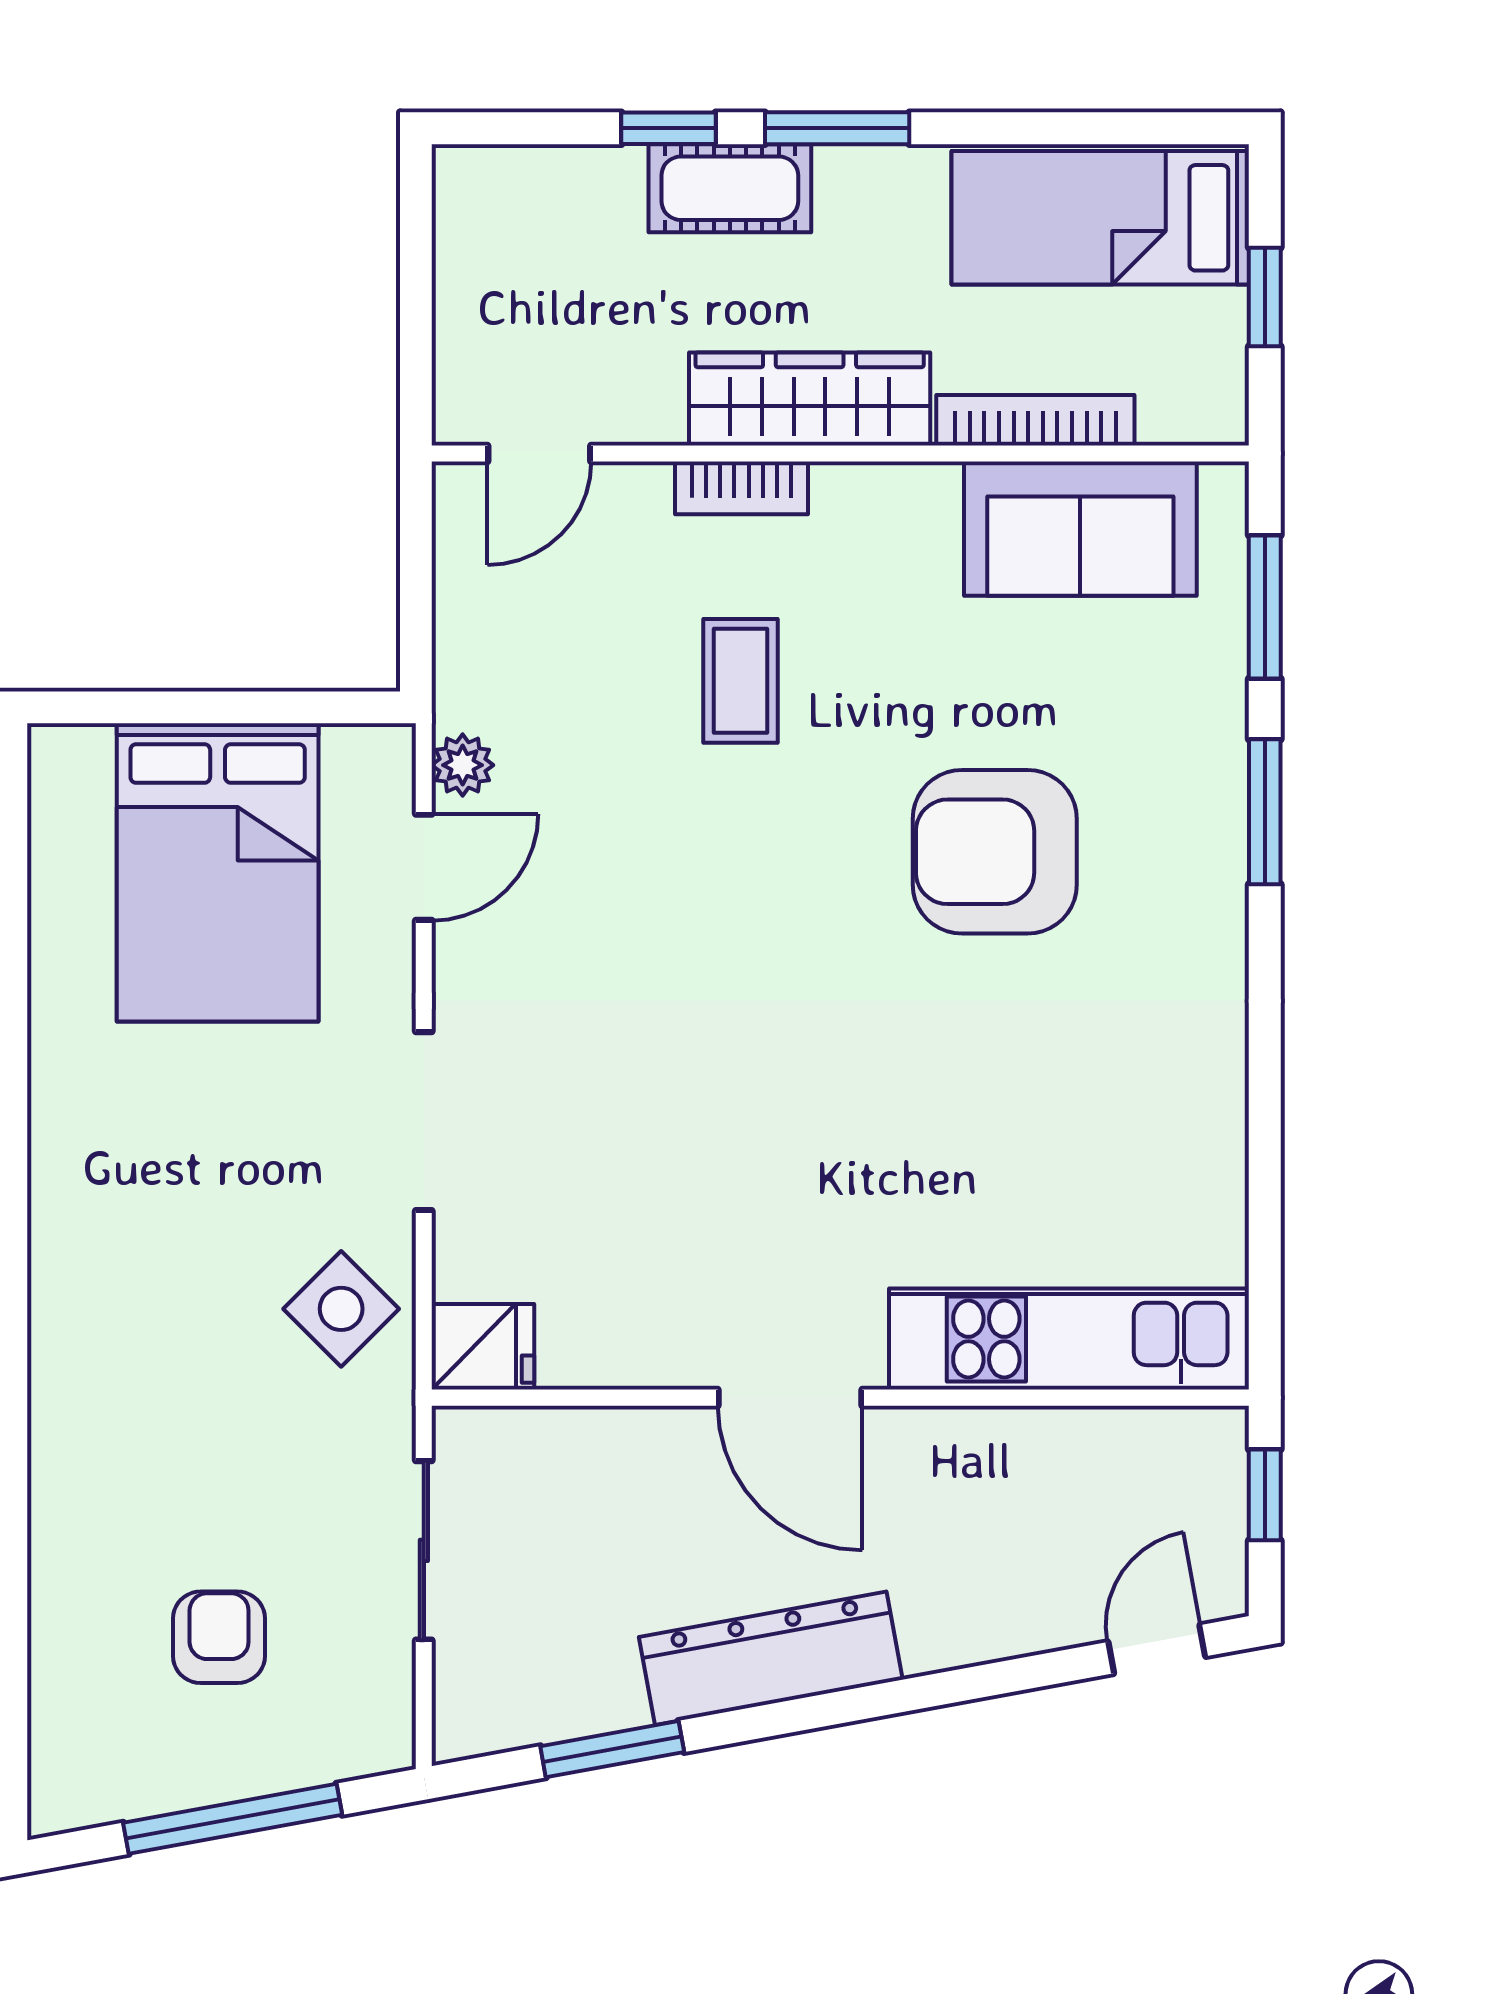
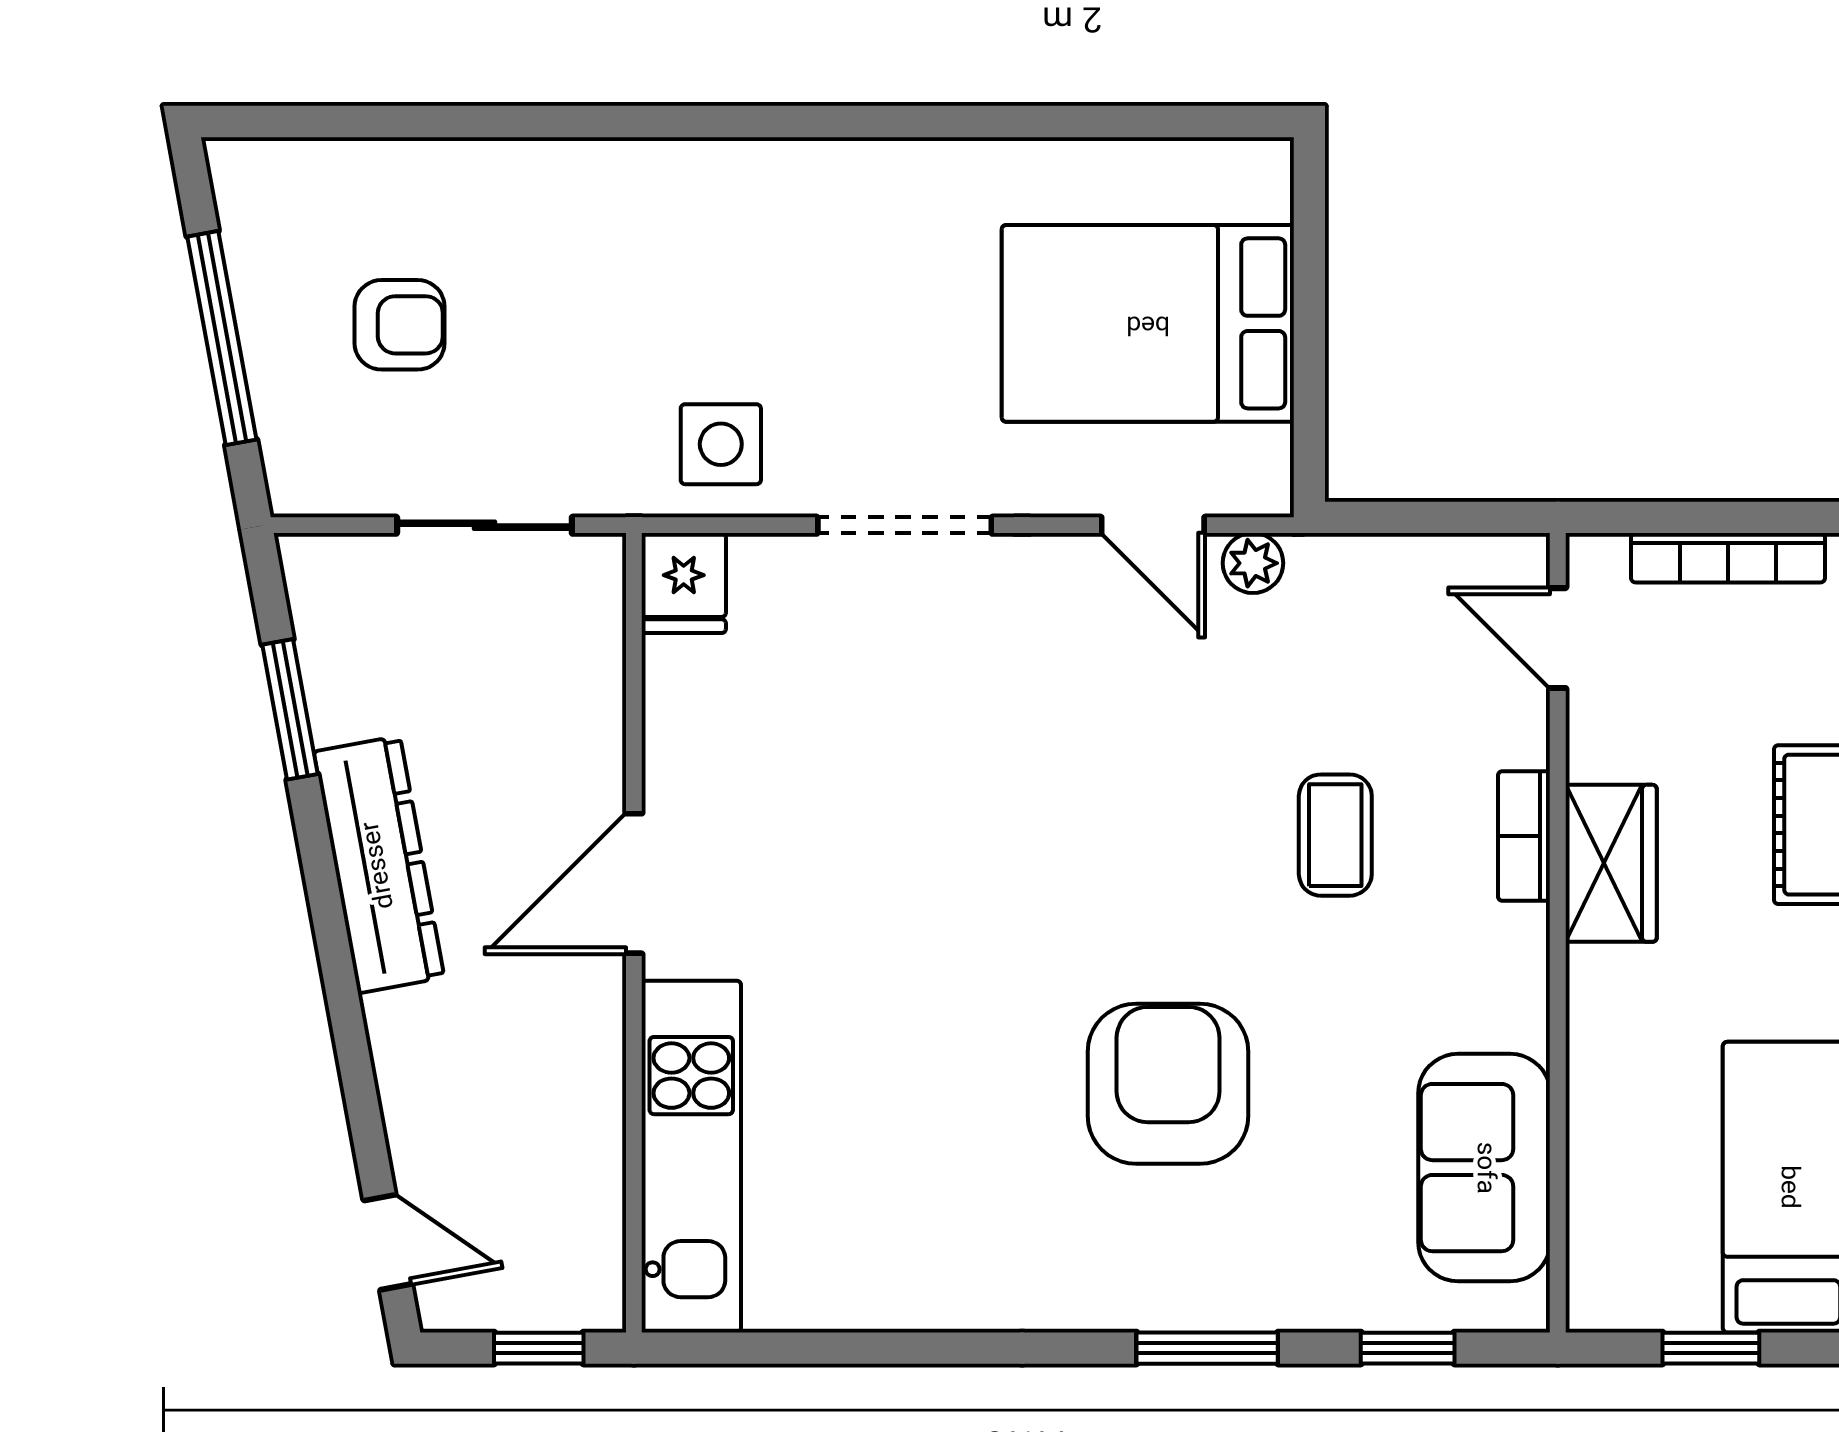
wardrobe: (810, 399) -> (1611, 863), width x0.67
bookcase: (1035, 420) -> (1728, 558), moved, turned 90
window: (1265, 607) -> (1408, 1348), width x0.67
coffee table: (741, 681) -> (1335, 835), turned 90
side table: (341, 1309) -> (721, 444), turned 45

